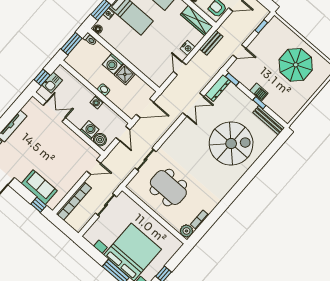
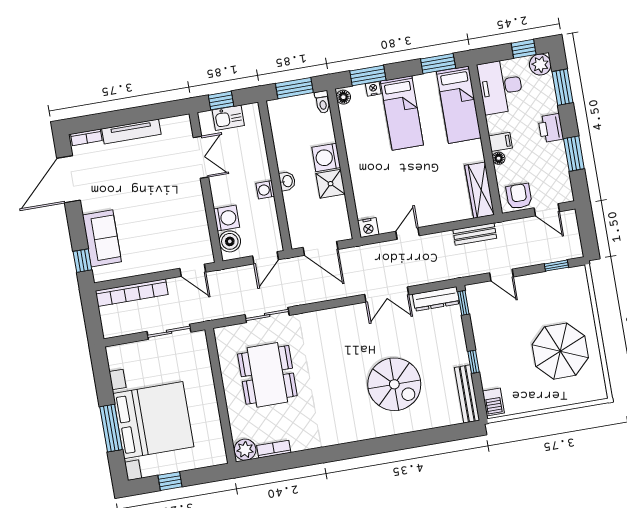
nightstand: (187, 48) -> (368, 228), moved
barbecue: (259, 92) -> (493, 402), moved
spiral stairs: (231, 144) -> (394, 384), width x0.73, depth x0.73

